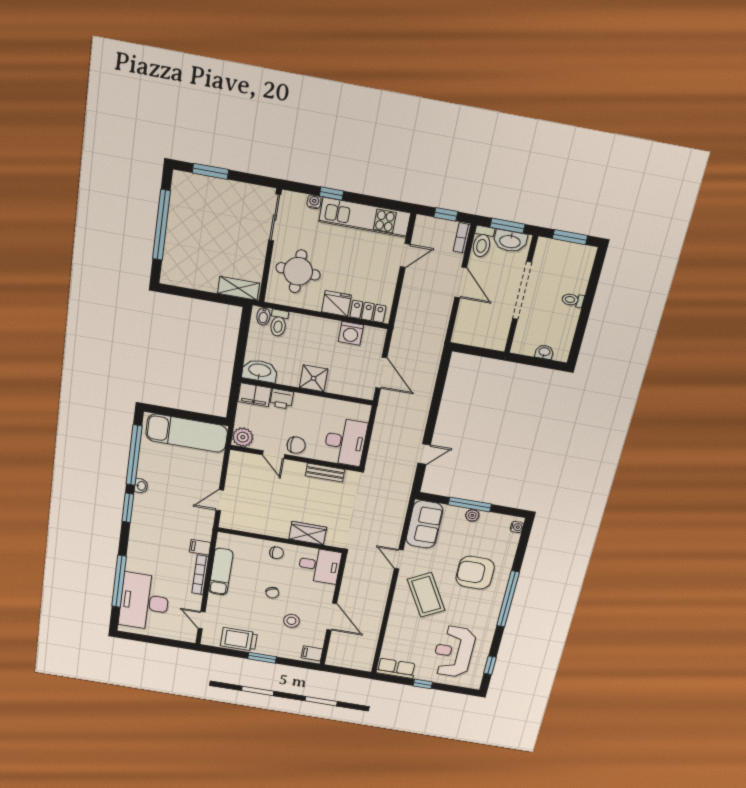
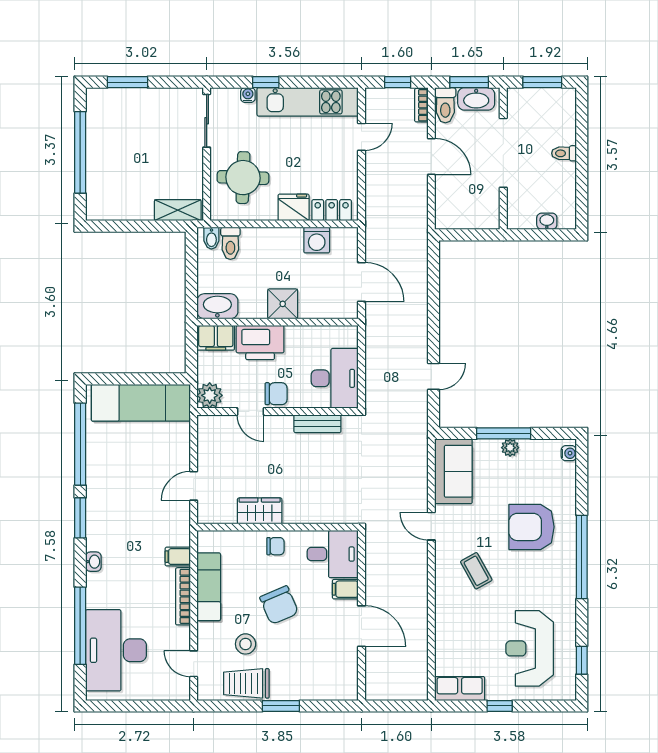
printer: (282, 399) -> (260, 343), width x1.87, depth x1.48
washbasin: (141, 486) -> (93, 562), moved
wardrobe: (308, 533) -> (260, 511), moved
chair: (272, 593) -> (279, 605), width x1.87, depth x1.87
coffee table: (426, 595) -> (476, 571), width x0.54, depth x0.58
stool: (291, 621) -> (246, 644), moved
filing cabinet: (312, 653) -> (345, 589), moved

